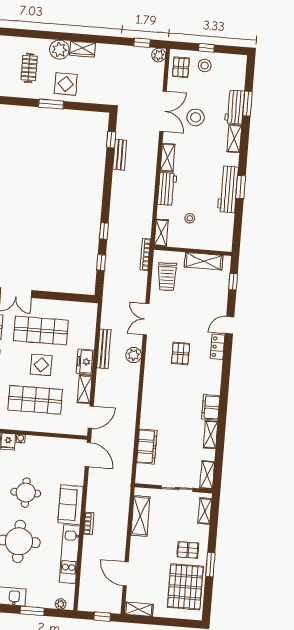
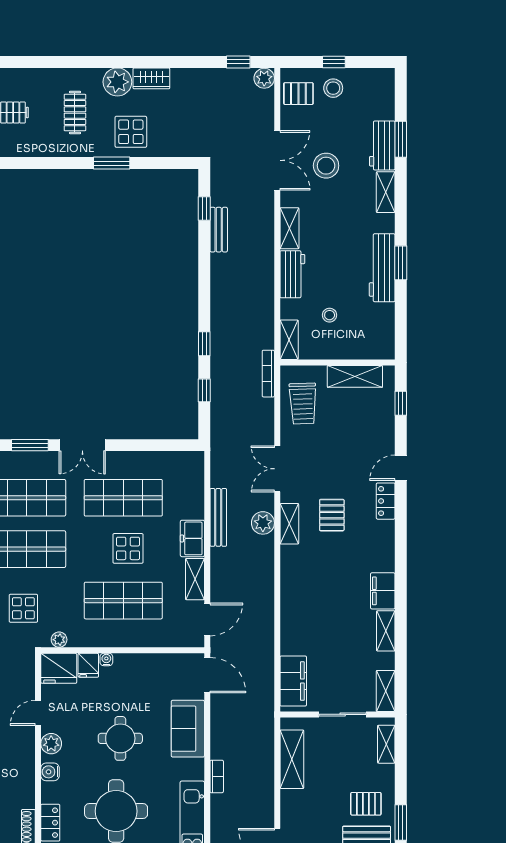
pallet: (181, 67) -> (298, 94), turned 90
shelving: (151, 357) -> (289, 524), added
filing cabinet: (147, 447) -> (293, 681), moved
sofa: (71, 505) -> (188, 729), moved

